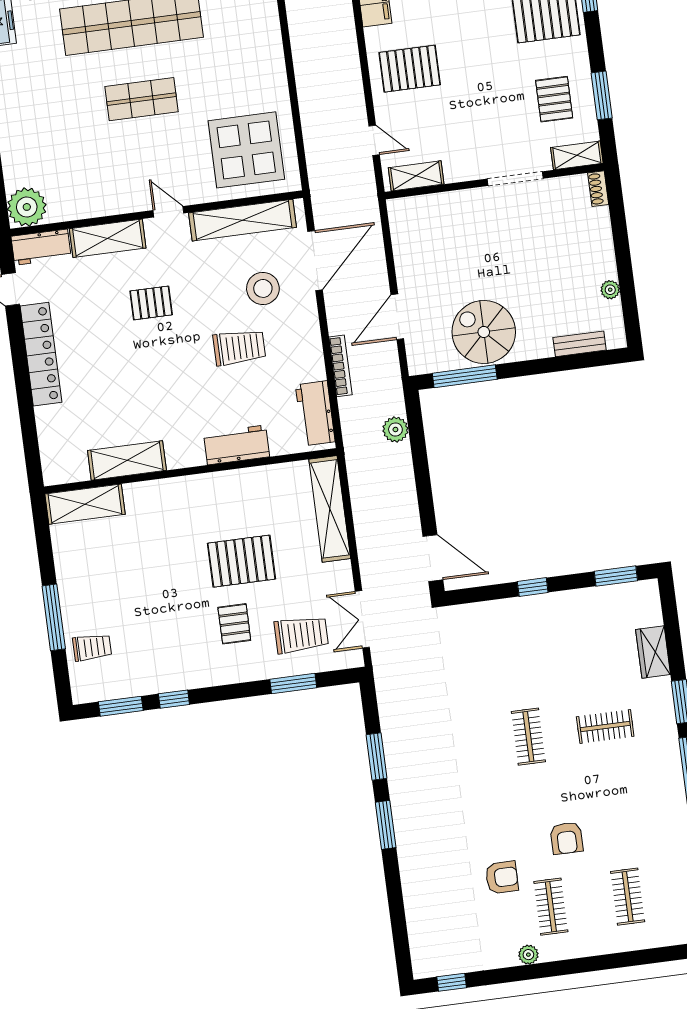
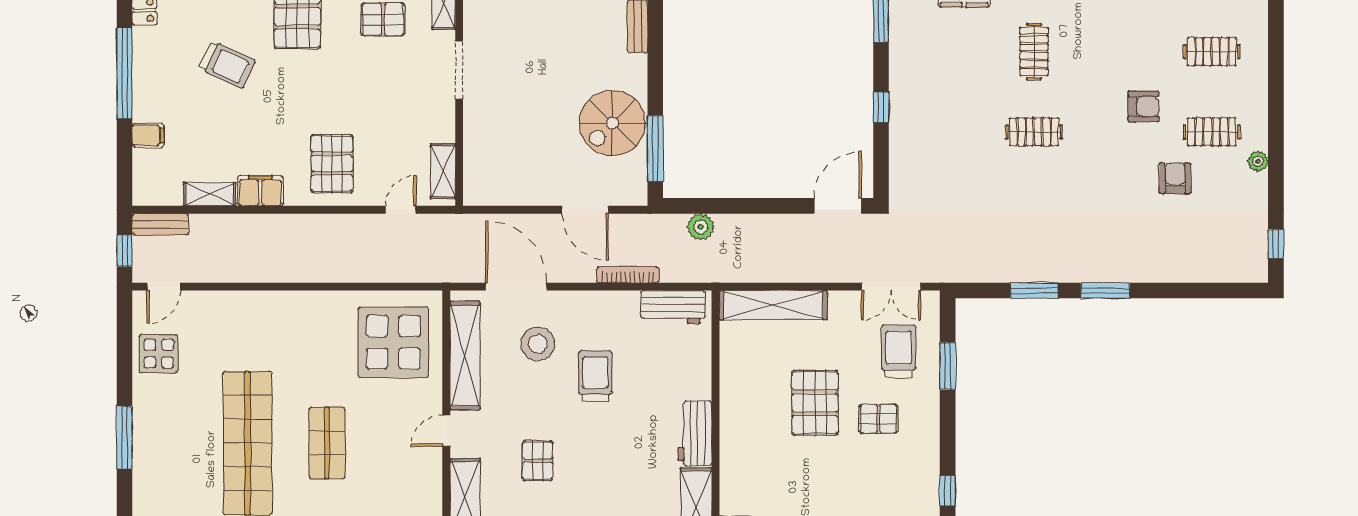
workbench: (237, 445) -> (695, 433), moved

